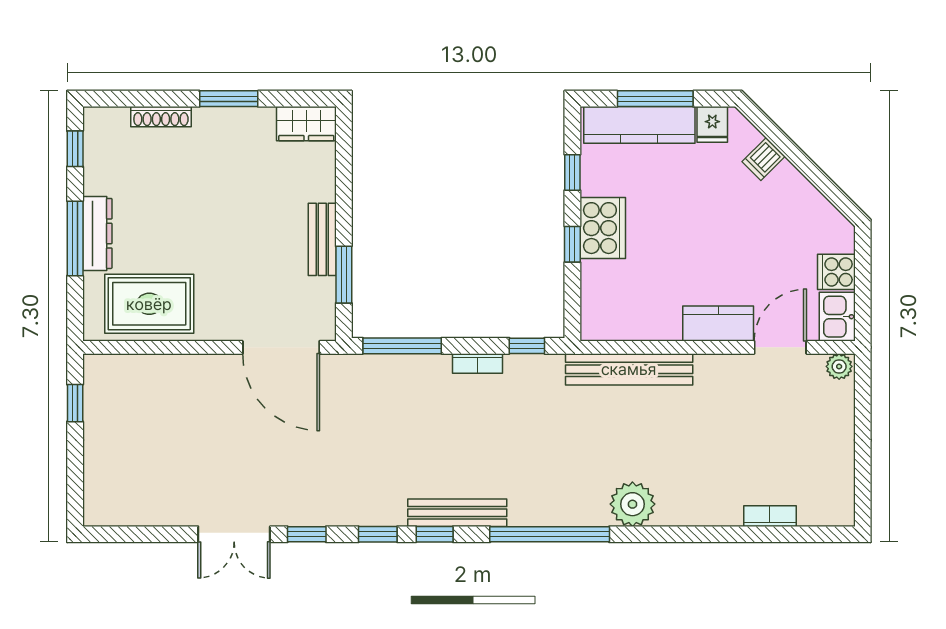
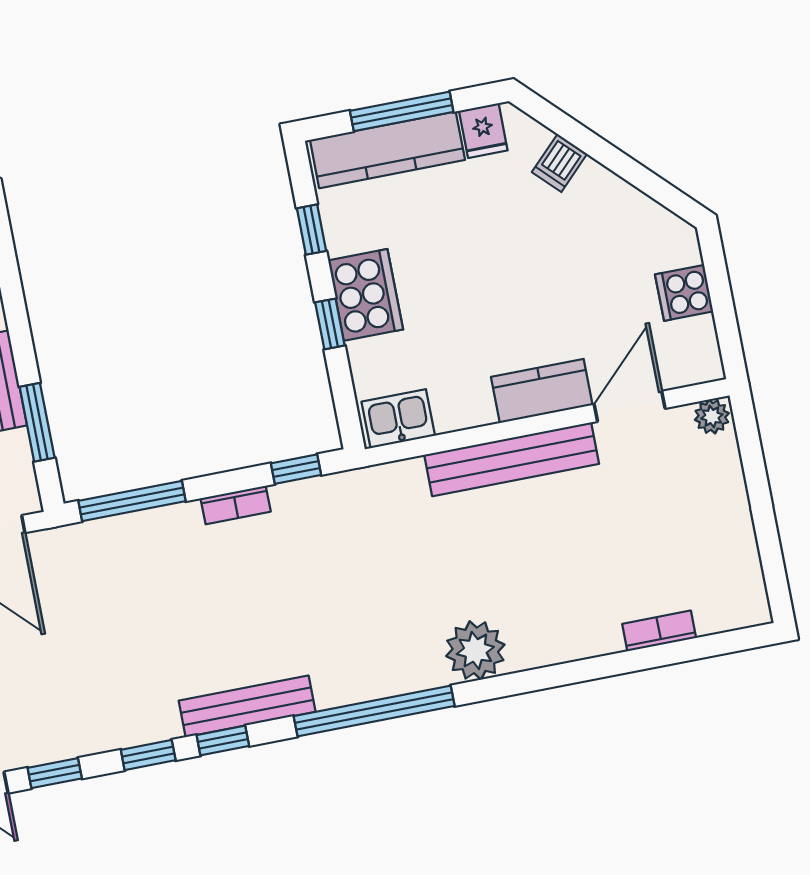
kitchen sink: (837, 317) -> (398, 419), moved, turned 90
bench: (629, 369) -> (512, 459), moved

